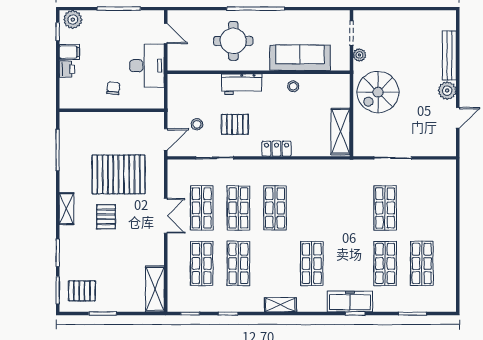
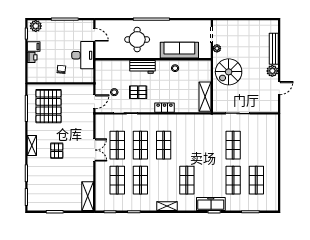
pallet: (119, 174) -> (49, 106), moved, turned 90
pallet: (82, 291) -> (42, 197), removed

